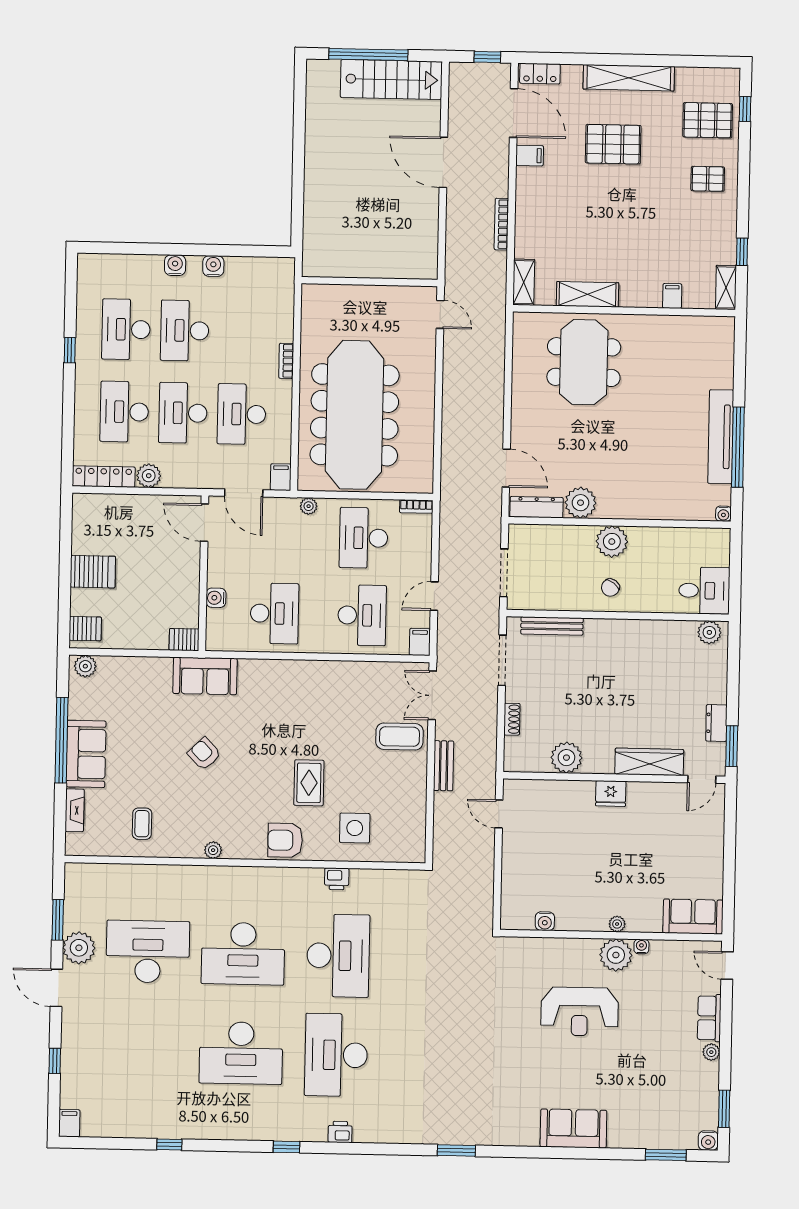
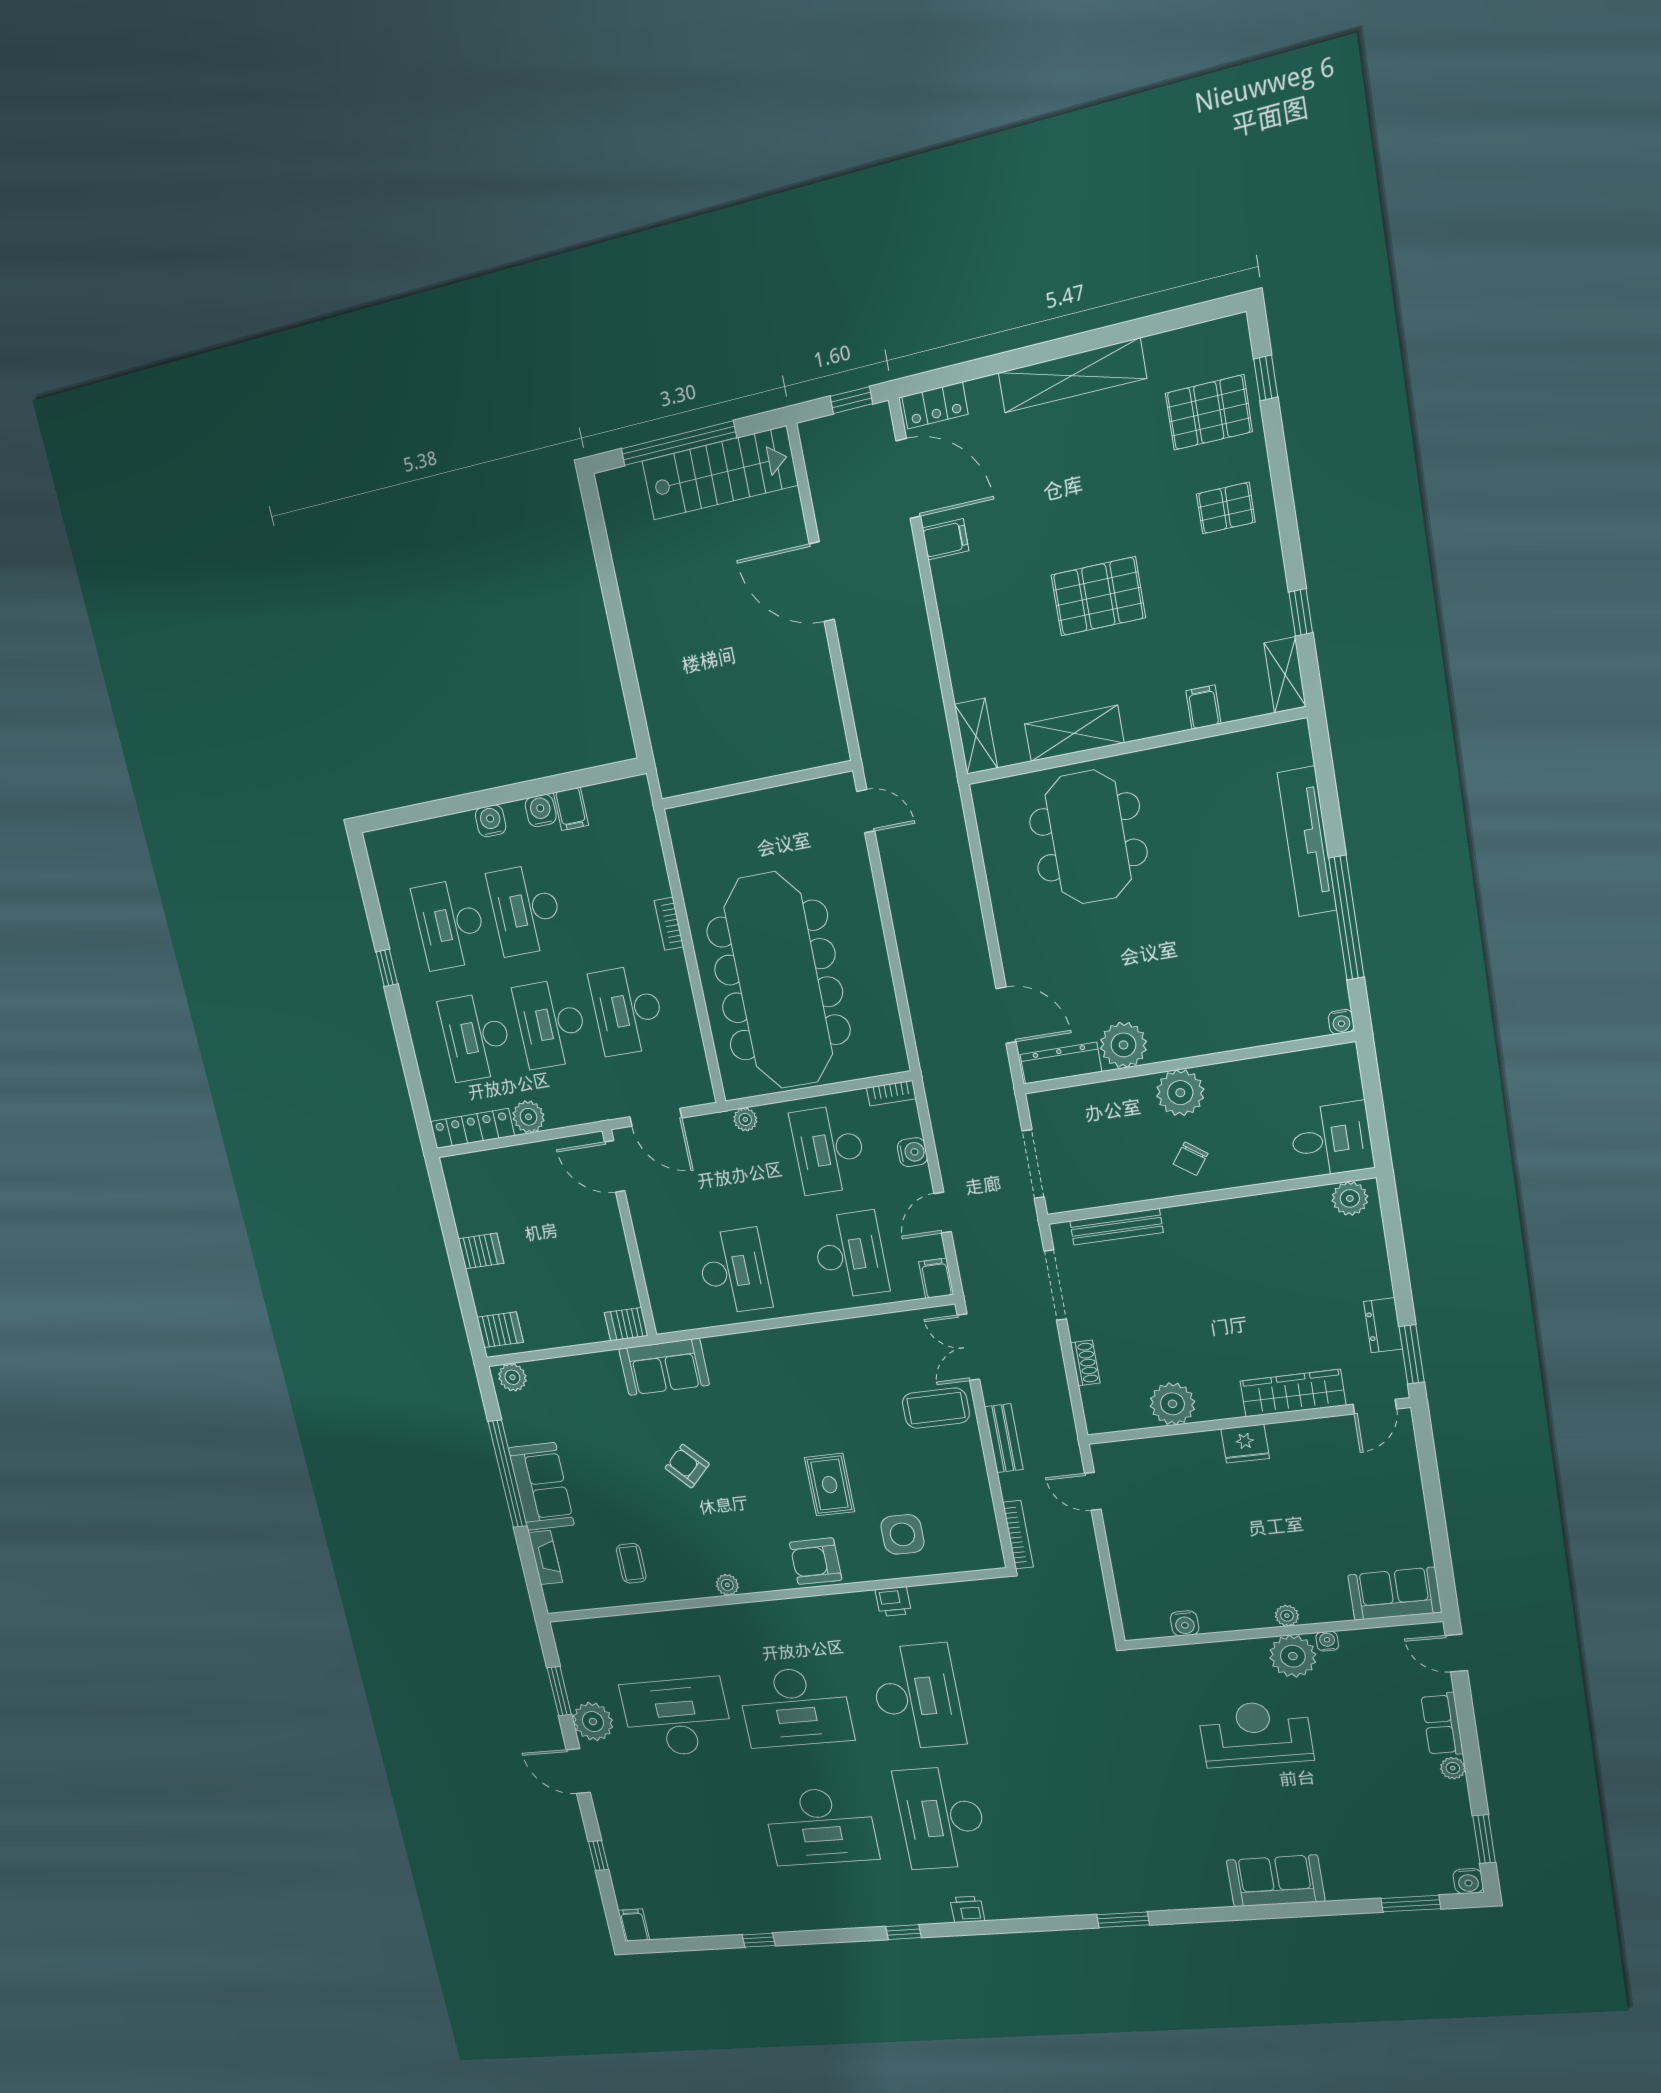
pallet: (613, 144) -> (1098, 596), moved
bookcase: (501, 224) -> (1018, 1535), moved, turned 180
tv unit: (721, 437) -> (1307, 842), moved
filing cabinet: (281, 477) -> (571, 809), moved, turned 180
server rack: (93, 572) -> (481, 1251), width x0.73, depth x0.70
water cooler: (216, 598) -> (912, 1152), moved, turned 180
reception desk: (579, 1012) -> (1256, 1734), turned 180

